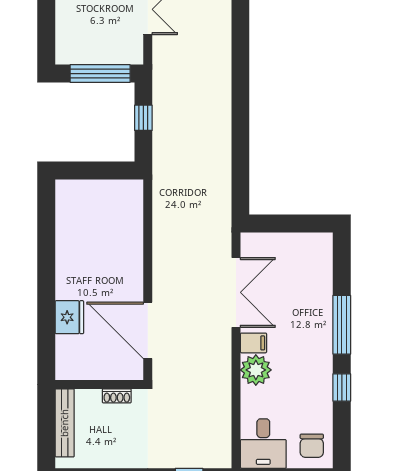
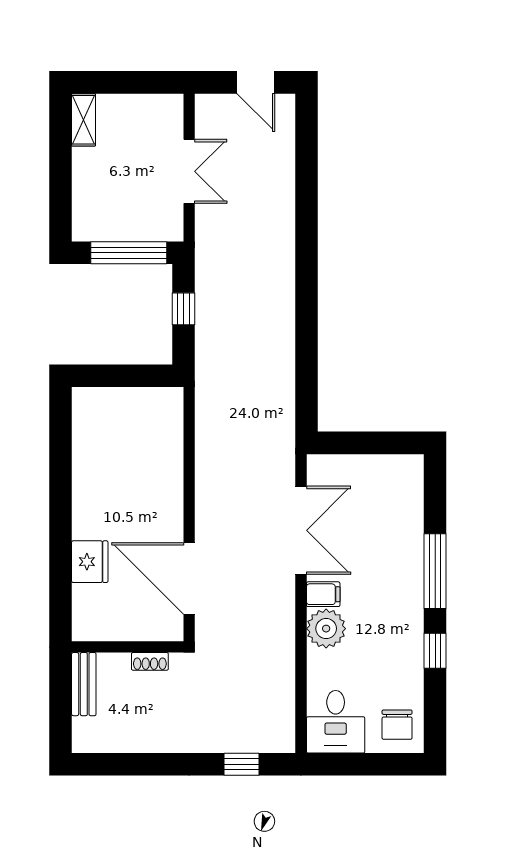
bench: (65, 423) -> (84, 684), width x0.73

